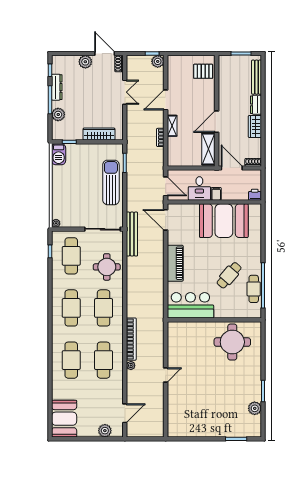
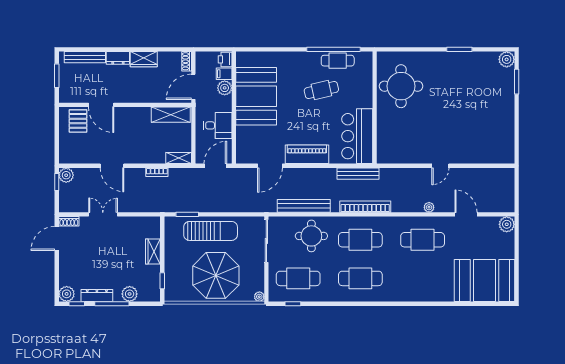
plant: (85, 62) -> (67, 294), moved
door: (217, 122) -> (101, 105), moved
shelving: (172, 126) -> (179, 158), moved
wardrobe: (99, 134) -> (153, 252), width x0.67
barbecue: (59, 154) -> (177, 293), removed
sun lounger: (111, 182) -> (211, 231), turned 180
parasol: (74, 187) -> (216, 275), added
filing cabinet: (216, 194) -> (224, 74), moved
plant: (231, 194) -> (225, 88), added
door: (166, 220) -> (270, 166), moved
bench: (132, 234) -> (304, 206), moved
cafe table: (229, 275) -> (321, 90), turned -54
bench: (159, 306) -> (358, 174), added
bookcase: (131, 339) -> (365, 207), moved
cafe table: (71, 360) -> (423, 278), removed
door: (166, 375) -> (440, 166), swing flipped
plant: (255, 408) -> (507, 59), moved
door: (125, 413) -> (466, 214), moved
booth: (64, 419) -> (484, 281), width x1.36, depth x1.42
plant: (105, 431) -> (507, 224), moved

